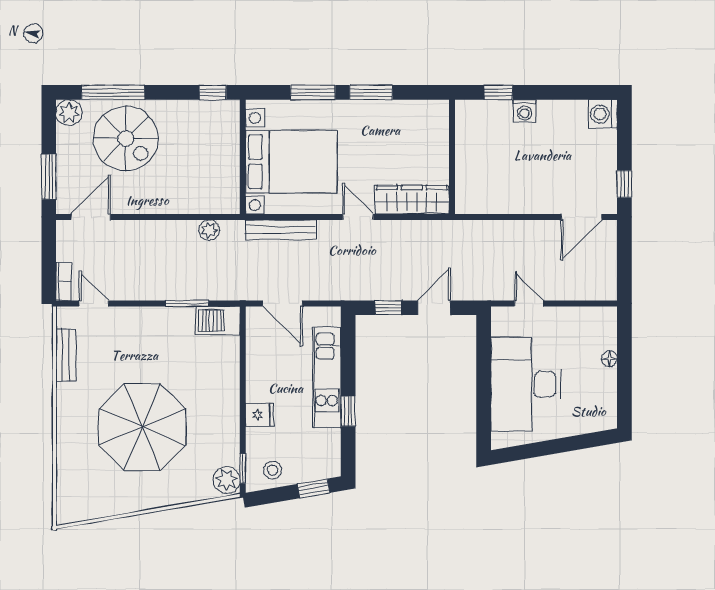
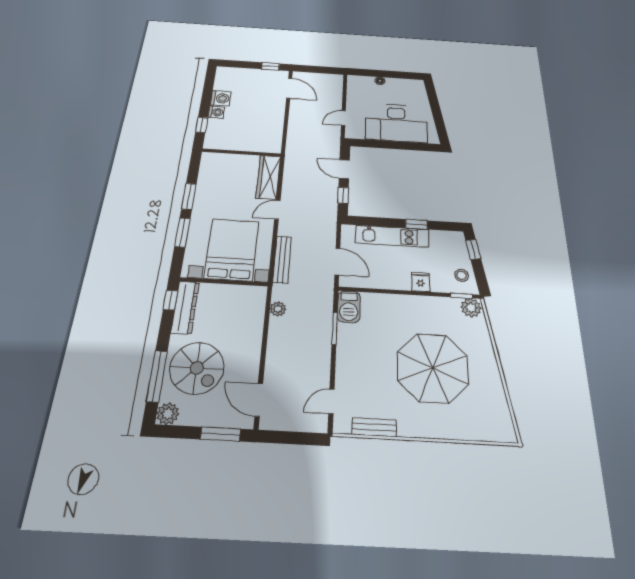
dresser: (204, 112) -> (185, 307), added
washing machine: (603, 114) -> (221, 98), moved, turned -90
spiral stairs: (126, 138) -> (197, 368), turned 90
bookcase: (64, 281) -> (312, 426), removed
door: (282, 303) -> (337, 262), hinge flipped

